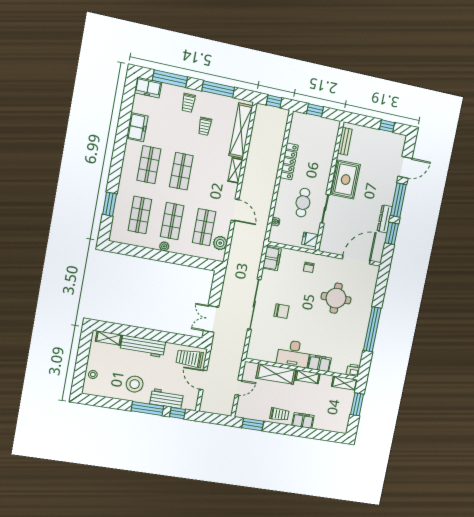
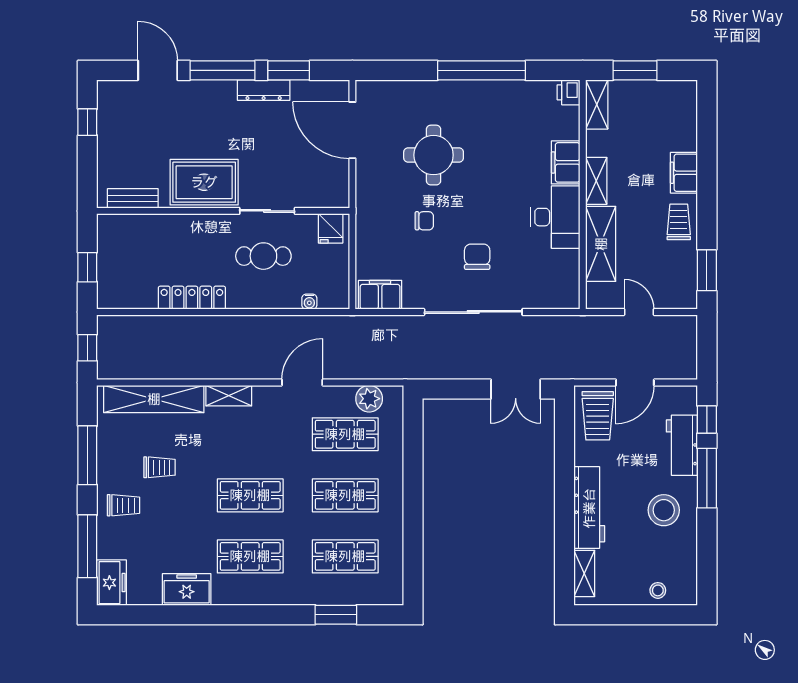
plant: (164, 246) -> (395, 502), removed
chair: (309, 267) -> (424, 221), moved

